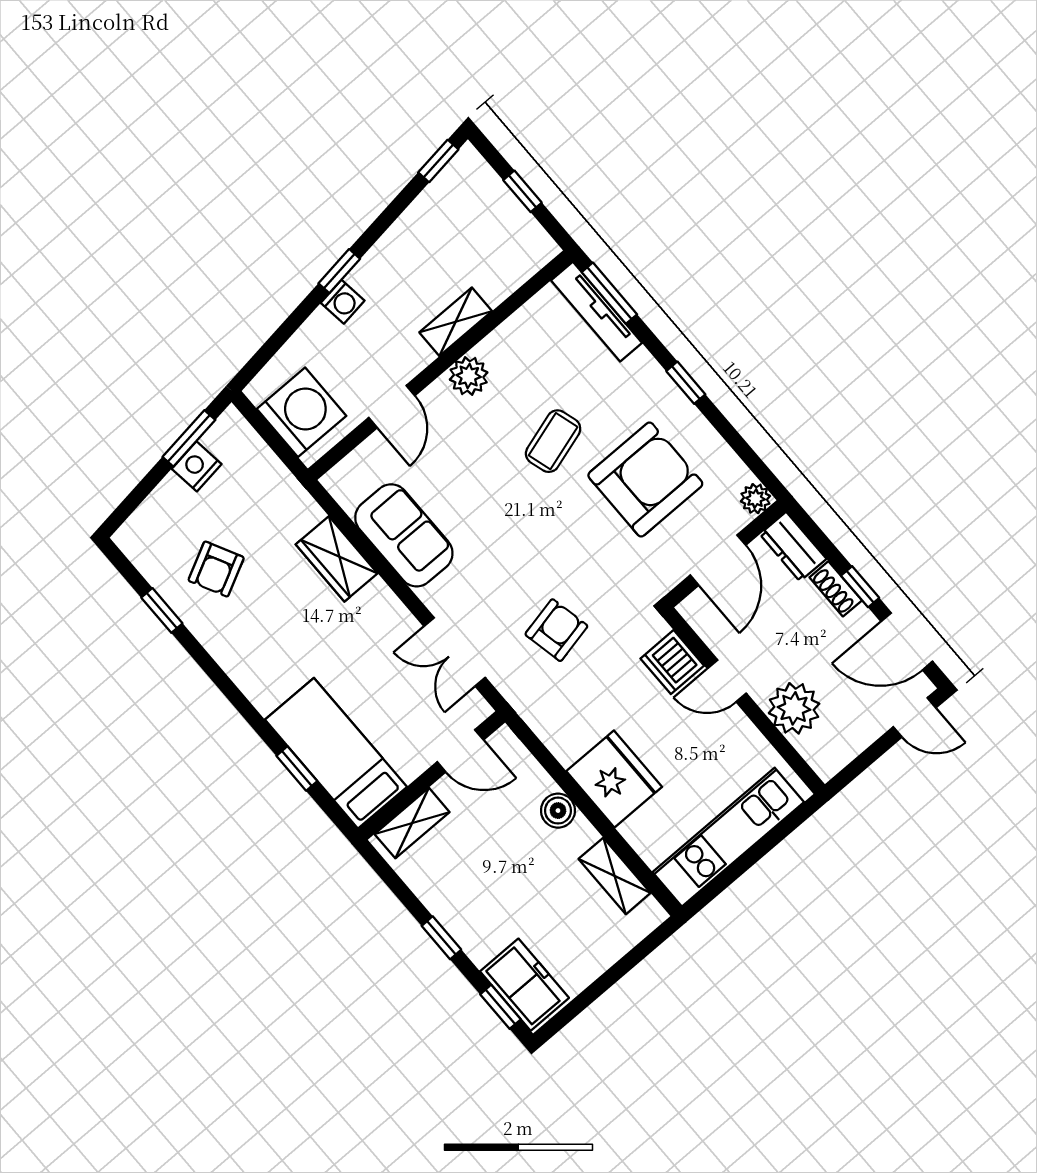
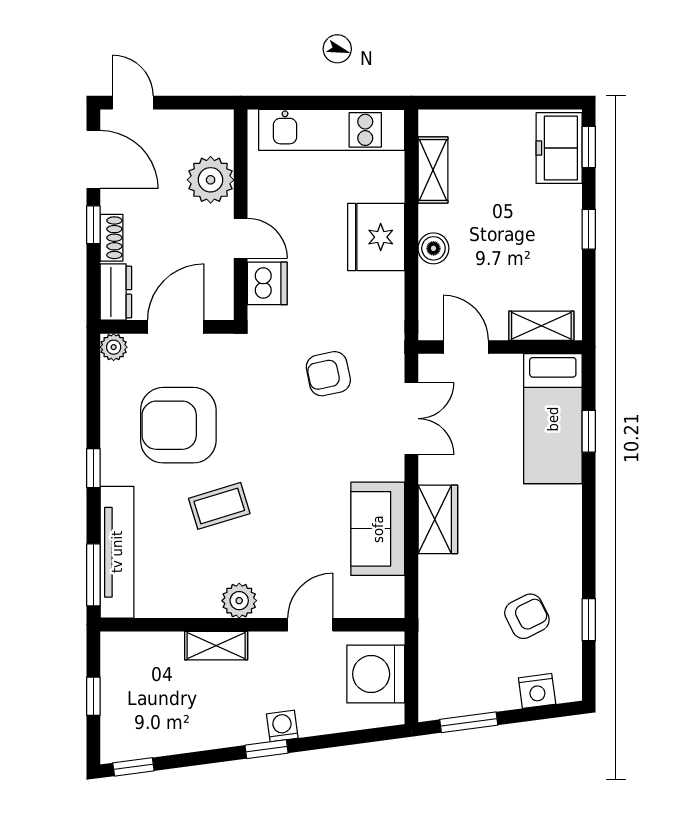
tv unit: (596, 312) -> (117, 552), width x1.36, depth x1.29
nightstand: (197, 466) -> (537, 691), moved
wardrobe: (337, 559) -> (438, 519), moved

